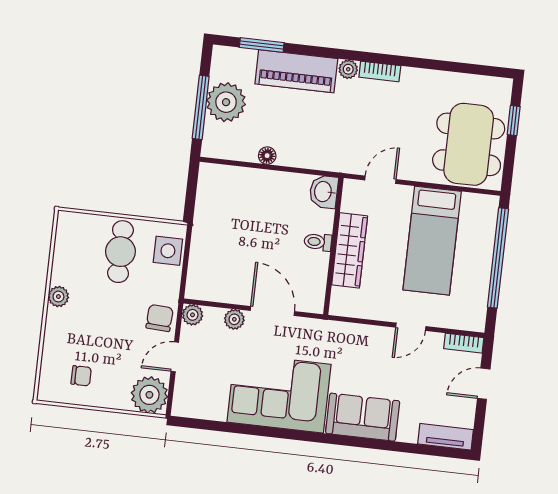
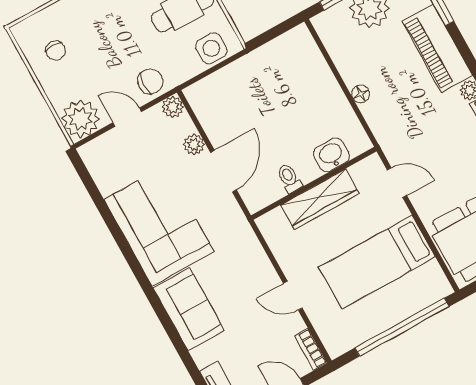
floor lamp: (267, 156) -> (361, 94), moved
washbasin: (324, 192) -> (331, 155), moved
toilet: (318, 242) -> (289, 178), moved

